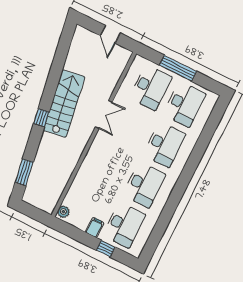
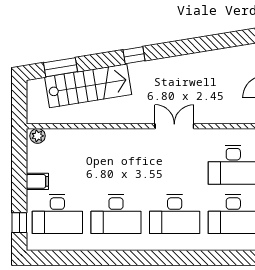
stairs: (64, 104) -> (88, 86), moved
double door: (104, 114) -> (174, 126), swing flipped
window: (106, 249) -> (19, 223), moved

